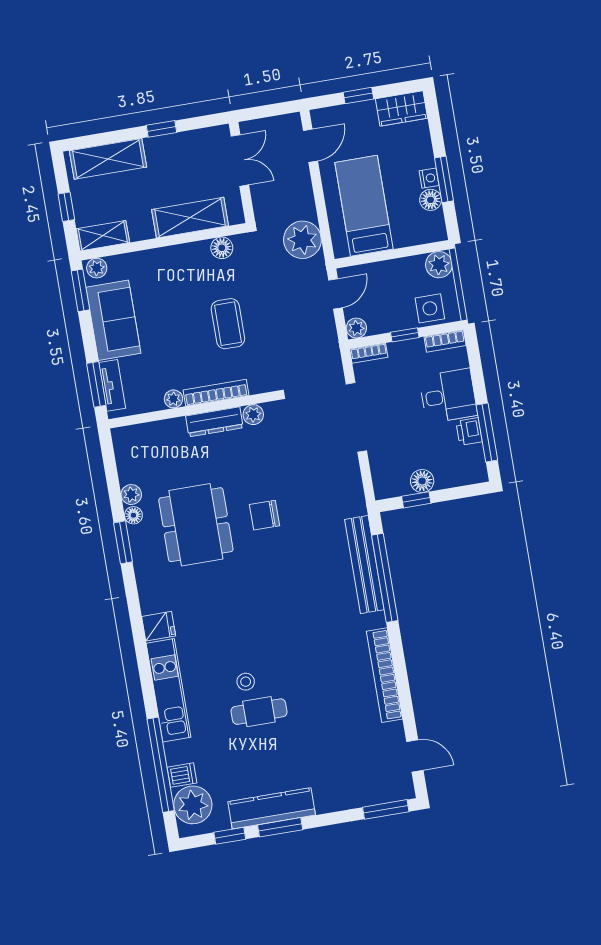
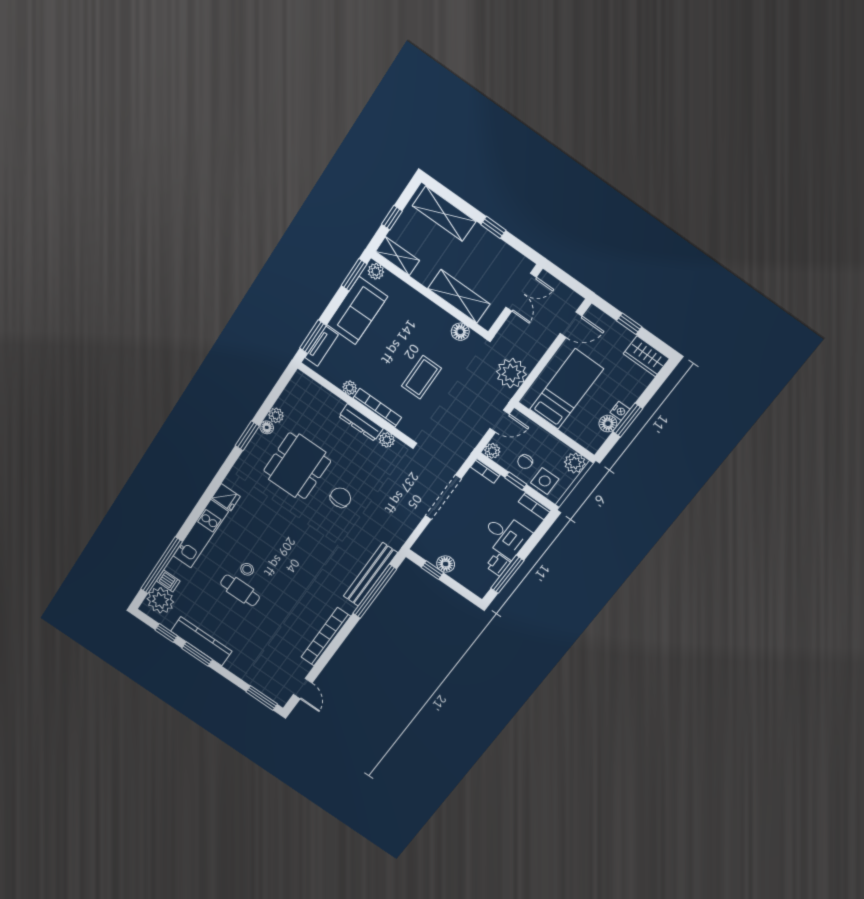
chair: (395, 308) -> (525, 462), added
chair: (264, 515) -> (340, 498), turned 90

